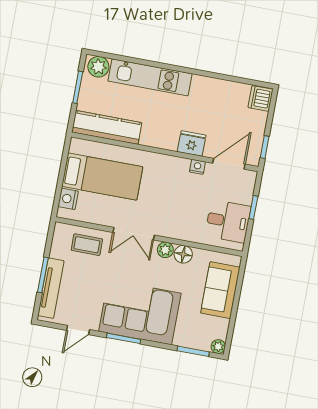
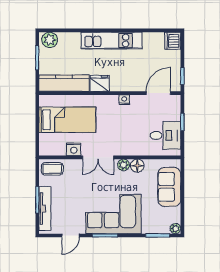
kitchen unit: (150, 77) -> (112, 41), moved
fridge: (192, 144) -> (100, 83), moved
nightstand: (197, 167) -> (124, 100), moved
nightstand: (68, 199) -> (74, 149), moved, turned -90
coffee table: (87, 245) -> (52, 169), moved

